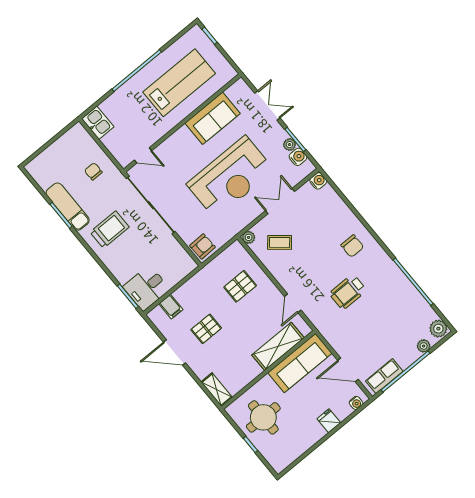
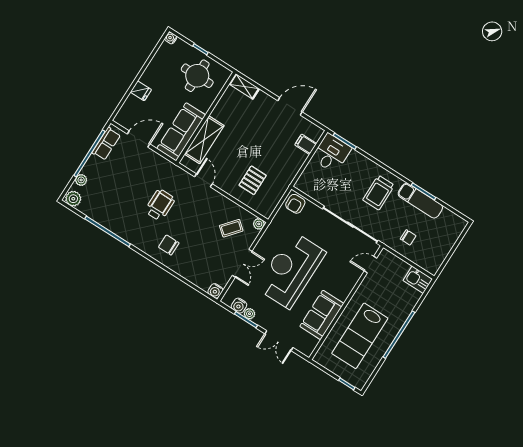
pallet: (206, 329) -> (270, 135), removed
water cooler: (356, 403) -> (171, 38), moved

